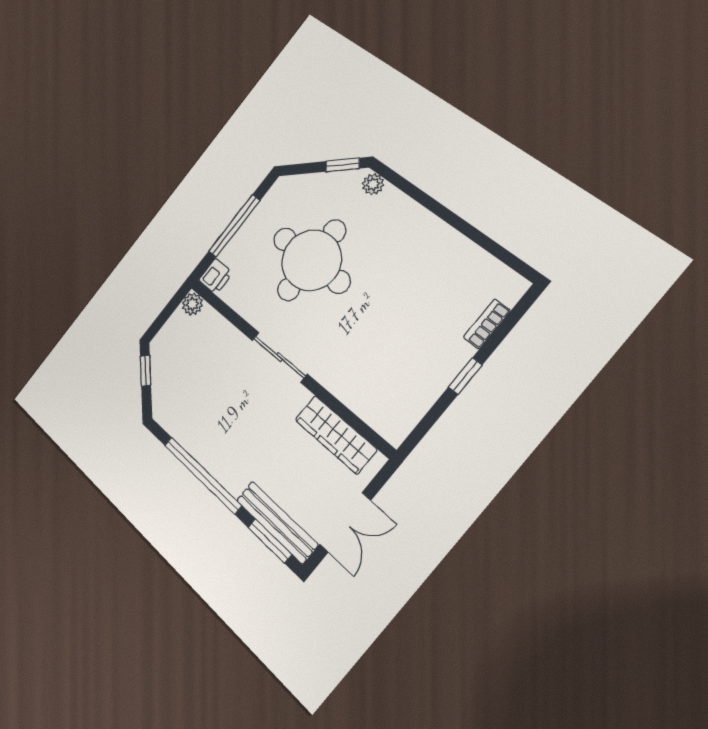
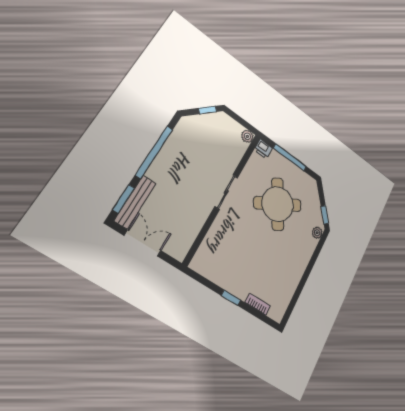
round table: (311, 260) -> (278, 204), turned -30
wardrobe: (336, 435) -> (190, 231), removed
double door: (345, 522) -> (143, 243), swing flipped

